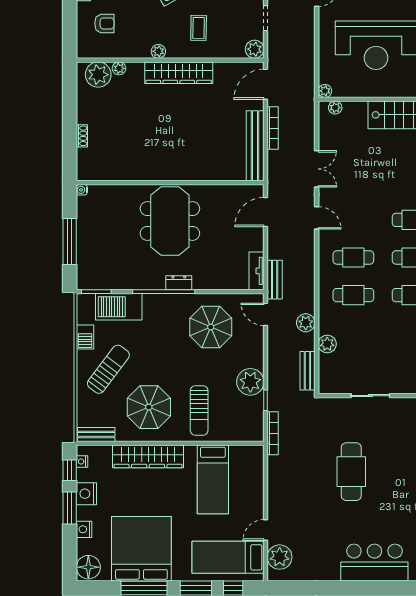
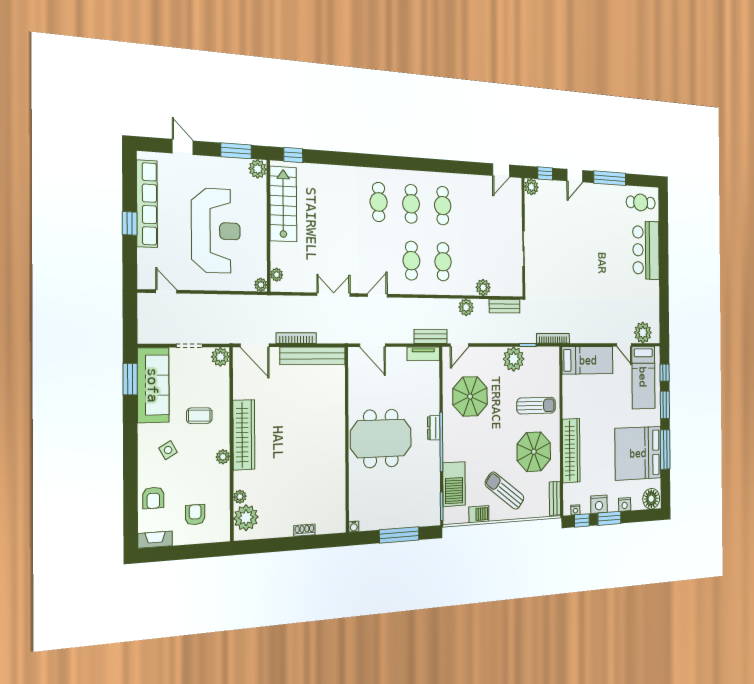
cafe table: (351, 472) -> (581, 268), removed
bed: (213, 479) -> (588, 360), moved

